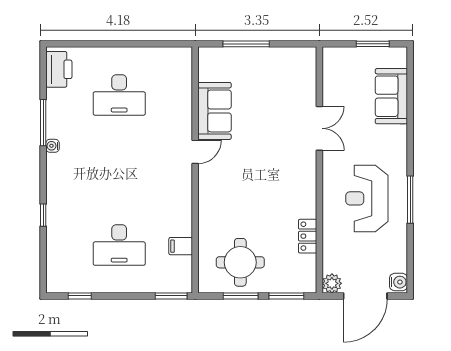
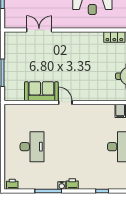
printer: (59, 69) -> (12, 184), width x0.53, depth x0.68
double door: (319, 128) -> (39, 30), moved
printer: (55, 164) -> (72, 184), added

